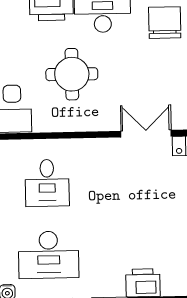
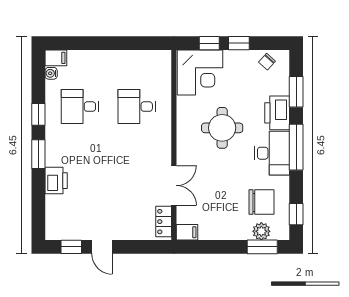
desk: (49, 255) -> (80, 107), width x0.73

